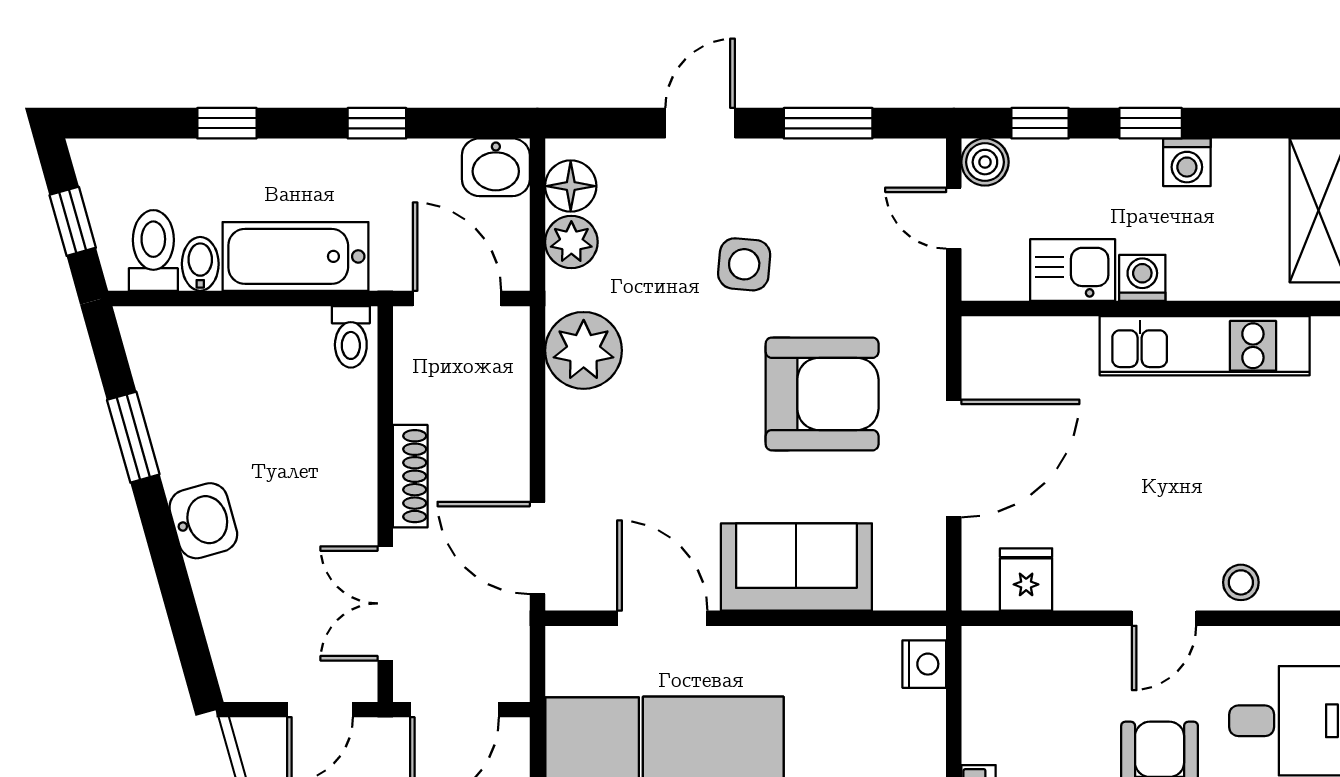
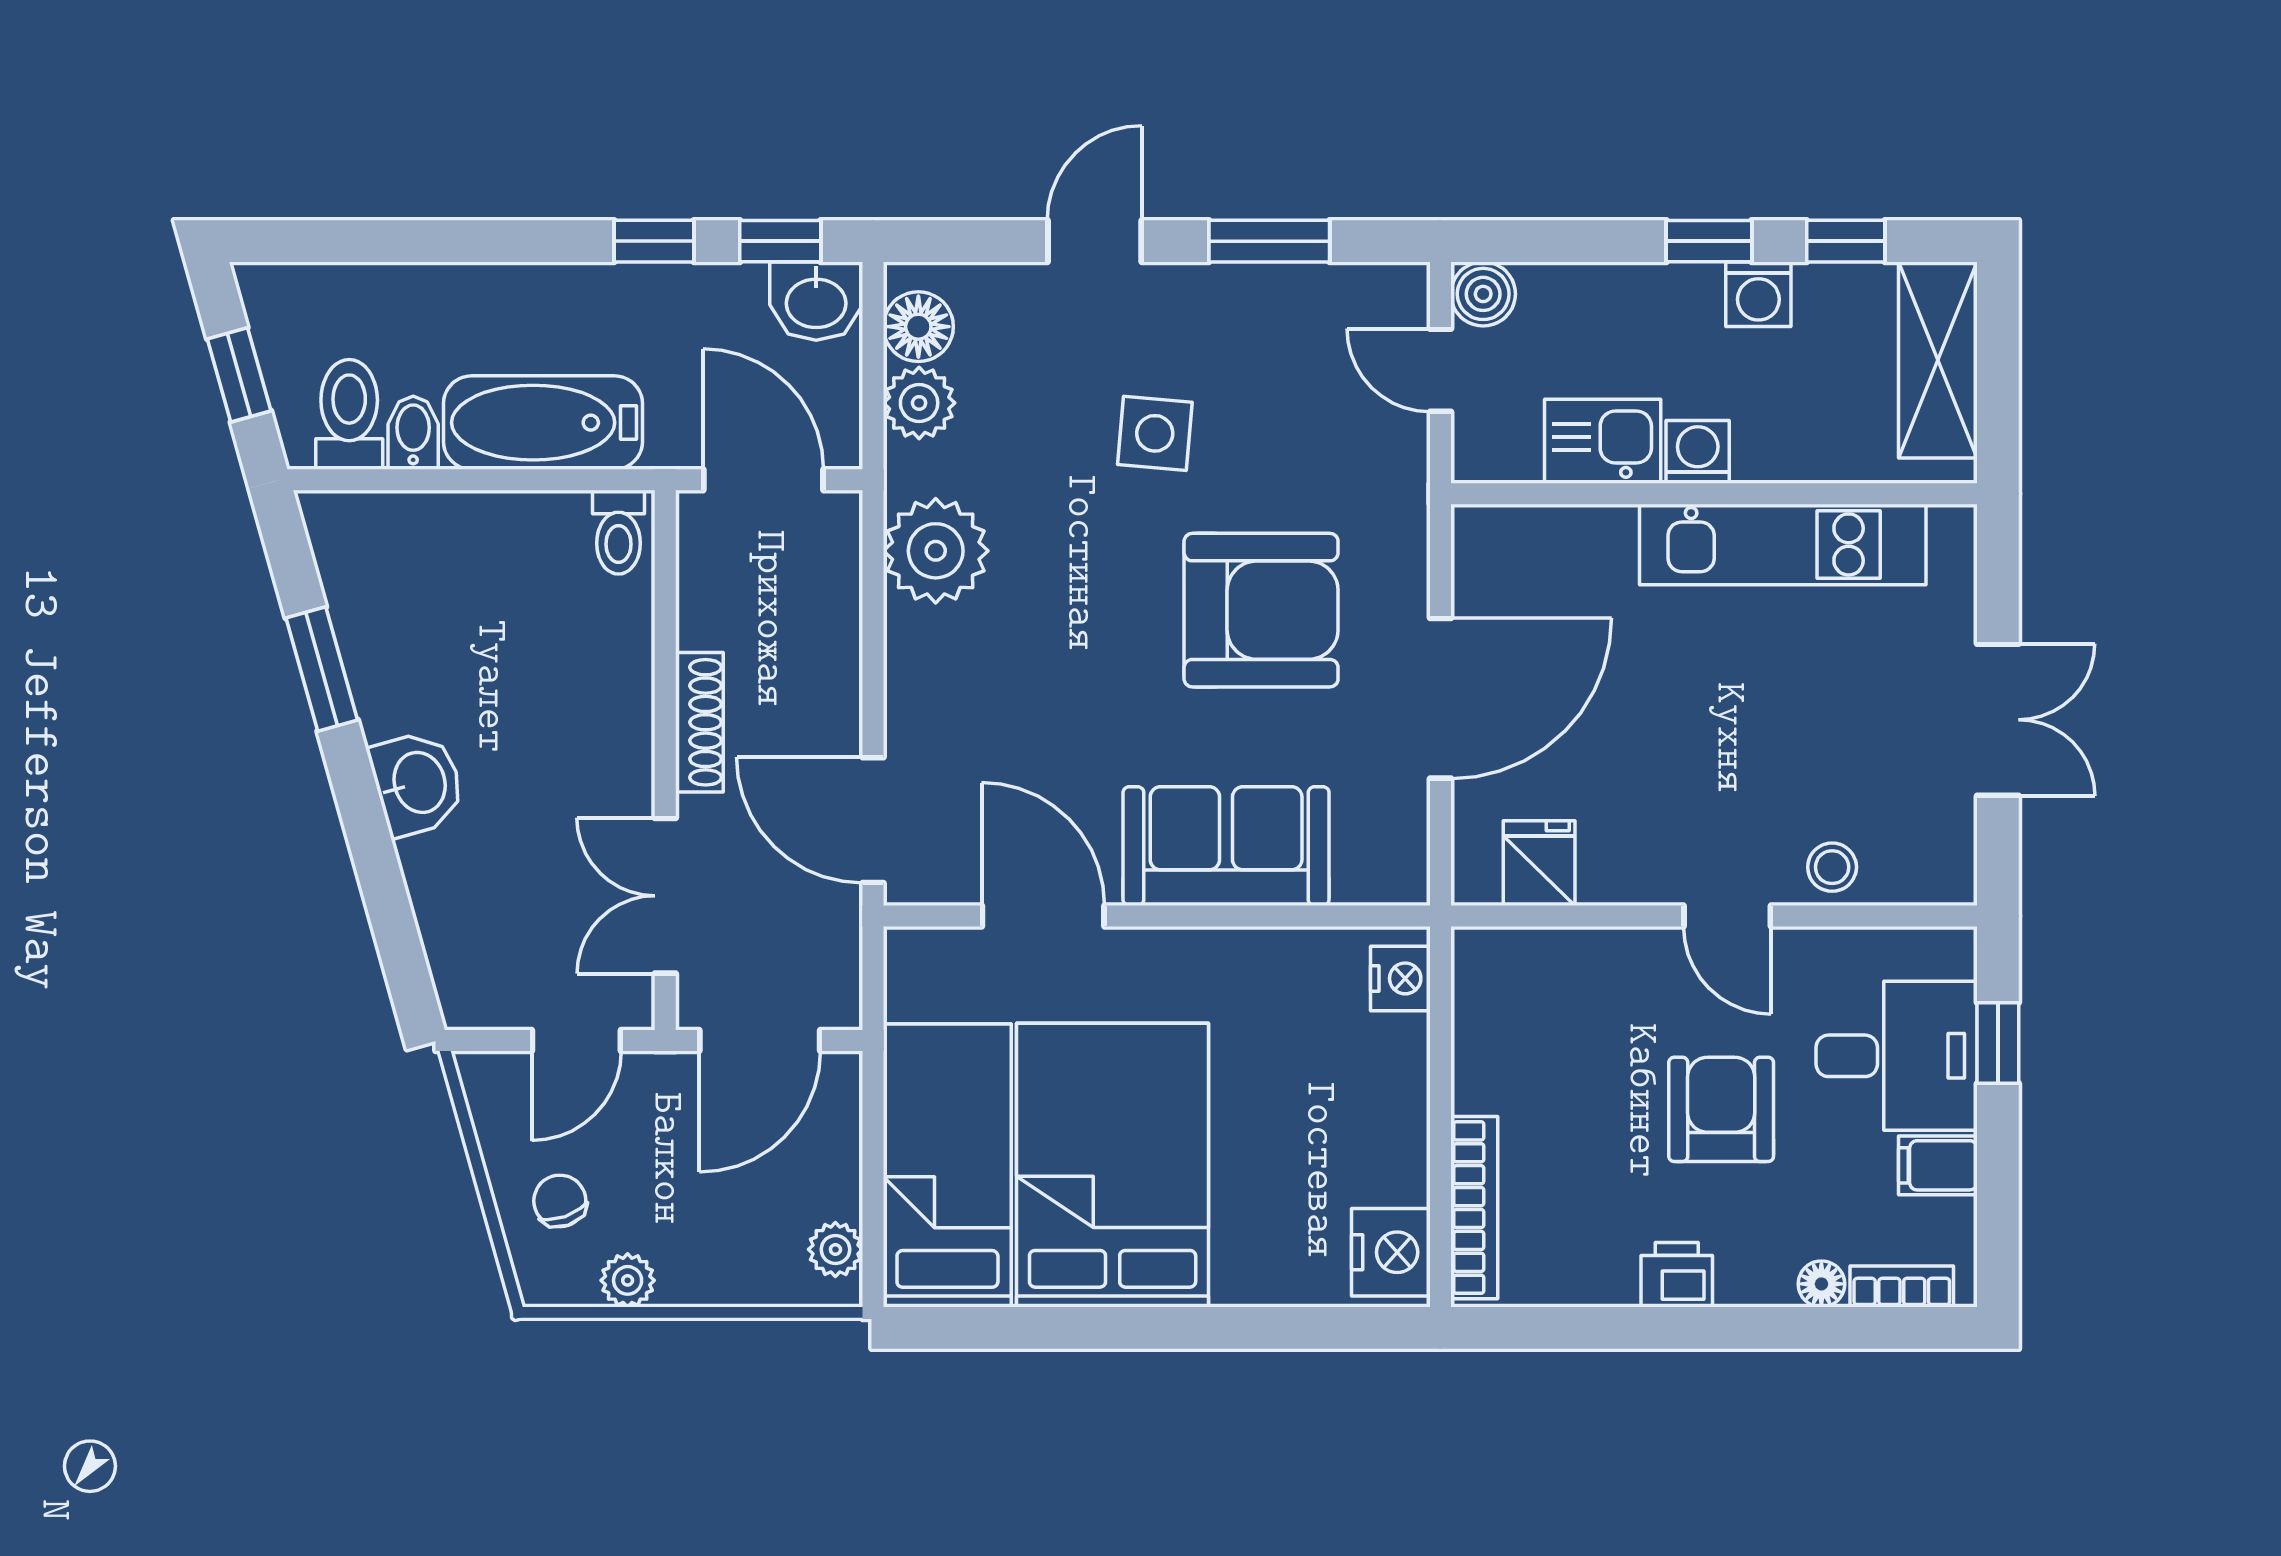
window: (227, 123) -> (780, 241), moved
window: (1040, 123) -> (1846, 241), moved
door: (1164, 618) -> (1727, 916), hinge flipped

